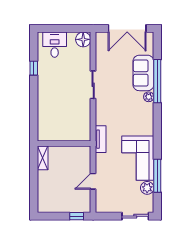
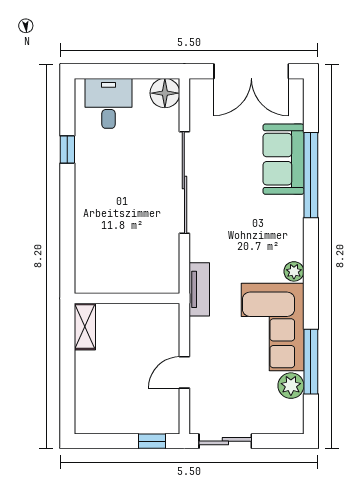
sliding door: (93, 85) -> (184, 182), width x1.86
plant: (149, 97) -> (294, 271), moved
sliding door: (135, 216) -> (225, 441), moved

